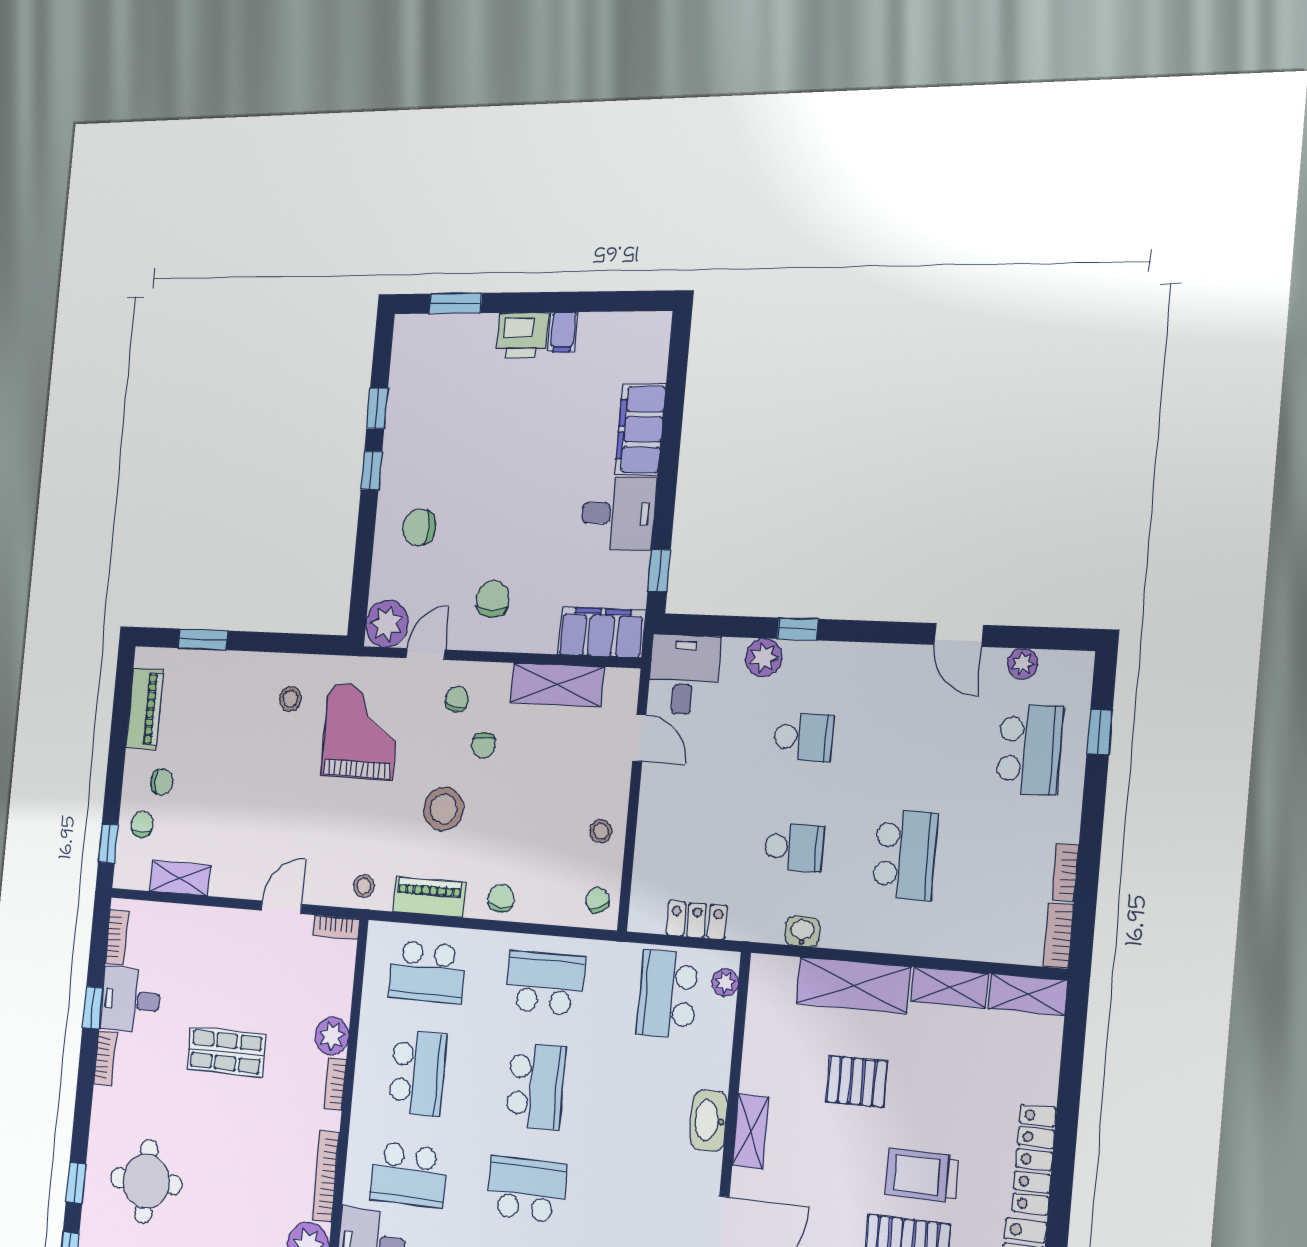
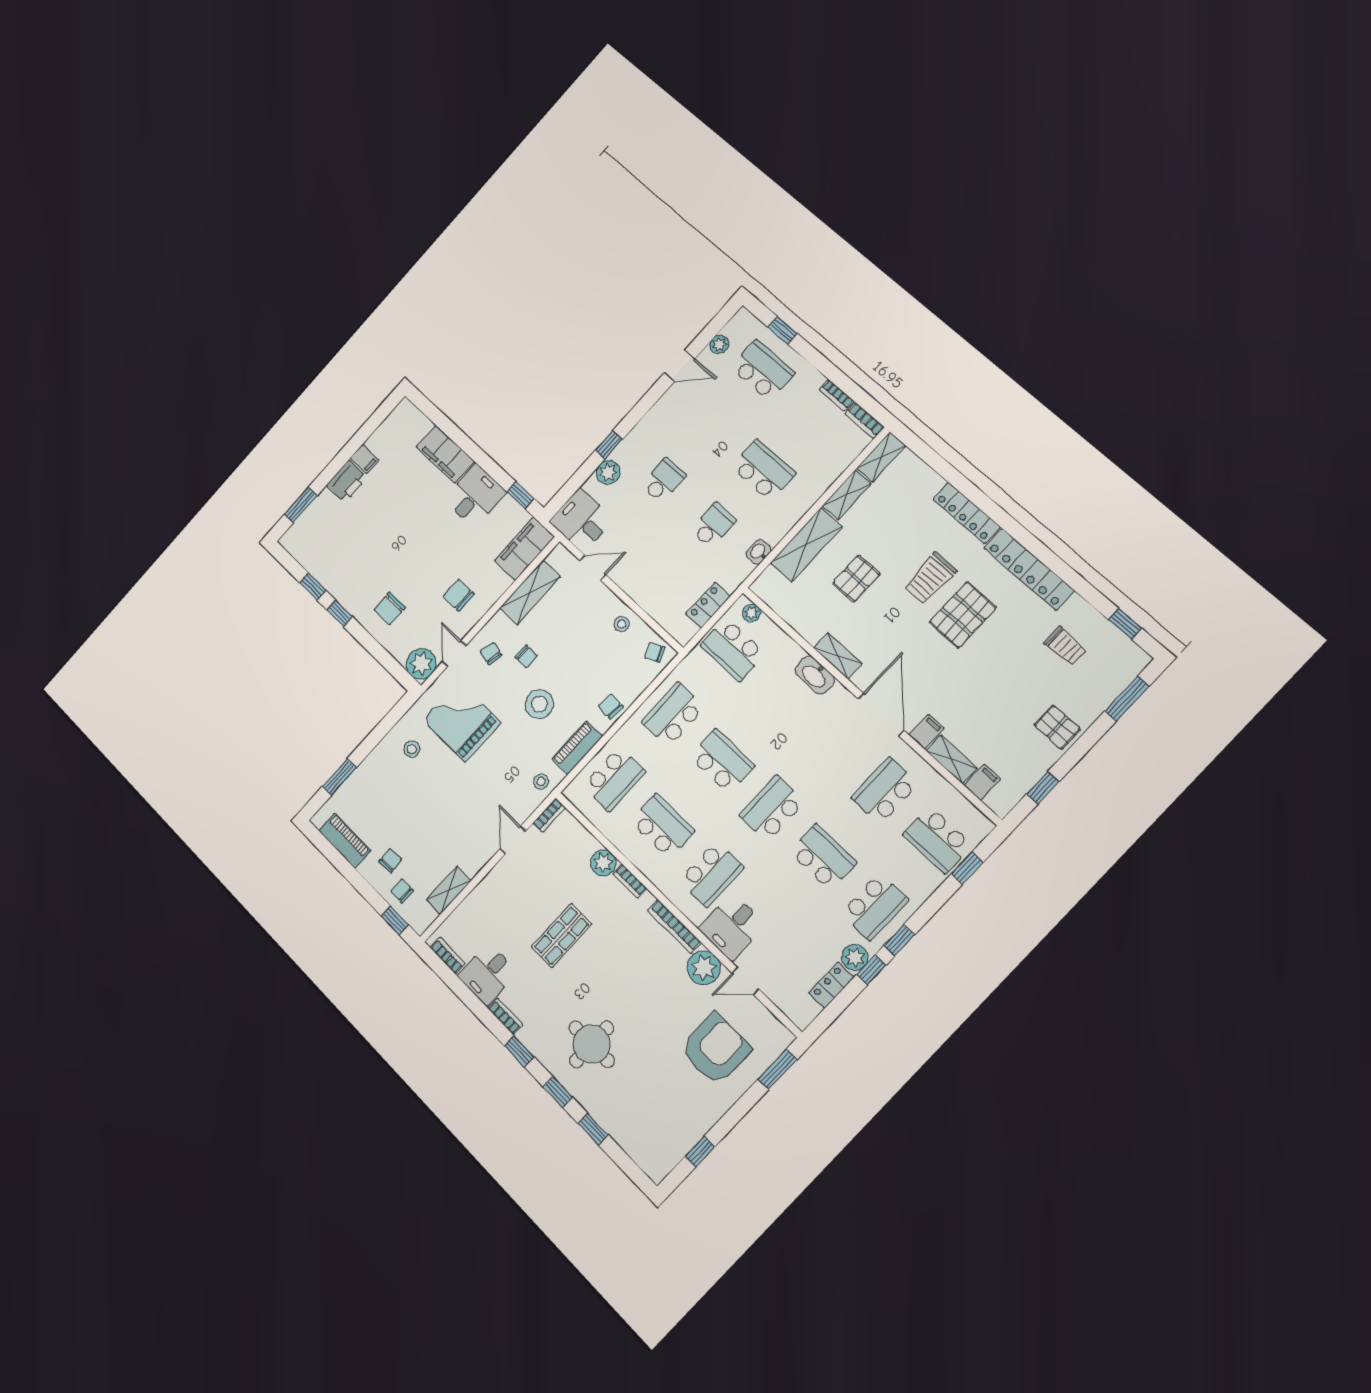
window: (93, 1008) -> (519, 1051), moved

